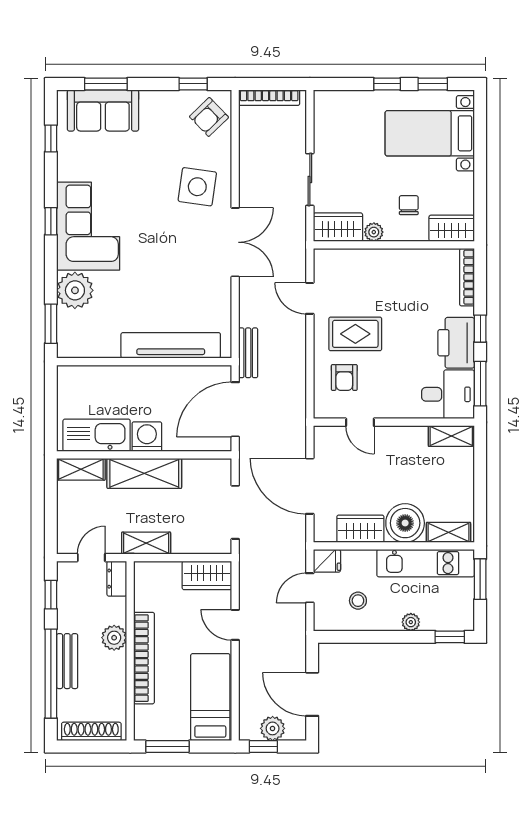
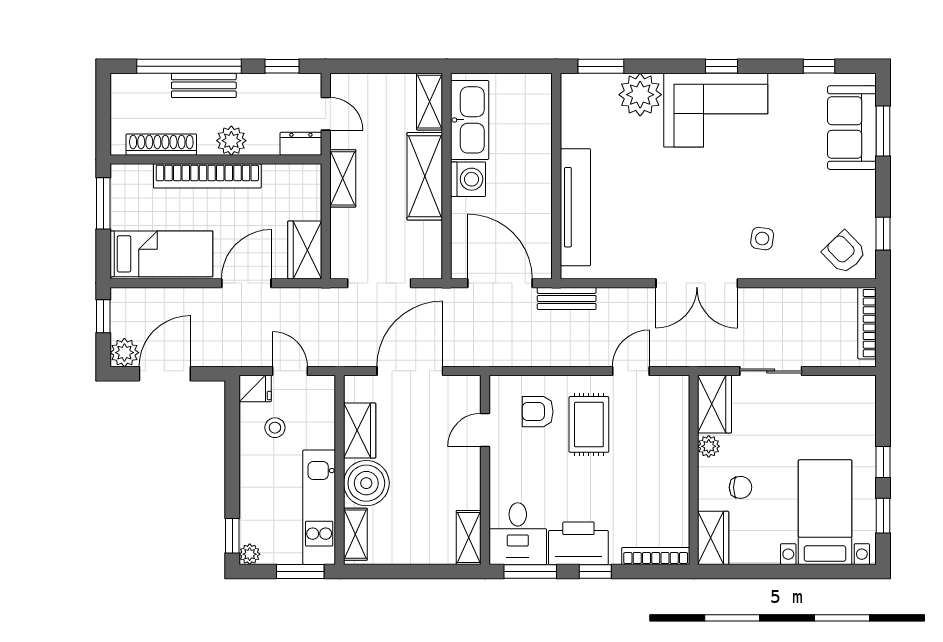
side table: (197, 187) -> (762, 239), width x0.54, depth x0.54
fridge: (327, 561) -> (255, 389), moved, turned -90
plant: (411, 622) -> (250, 554), moved
door: (235, 625) -> (246, 283), width x1.38
plant: (273, 728) -> (124, 353), moved
shoe rack: (91, 731) -> (161, 145), moved, turned -90

